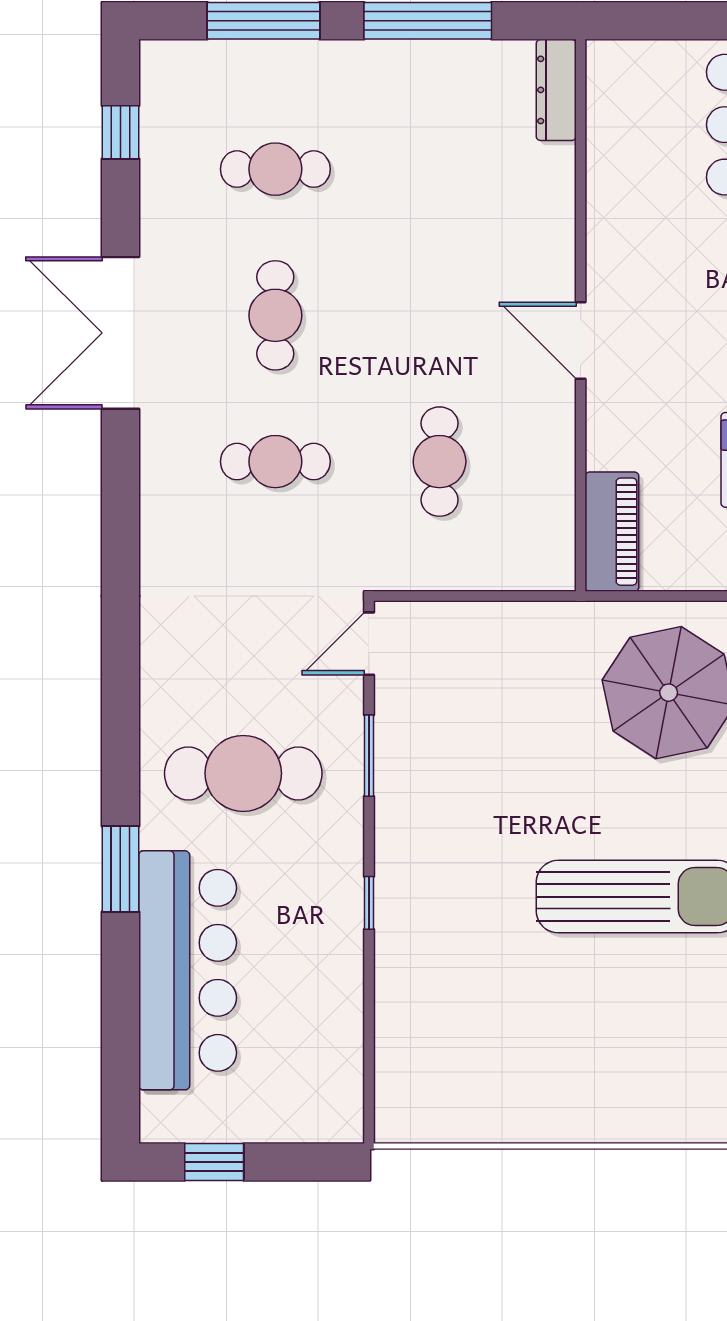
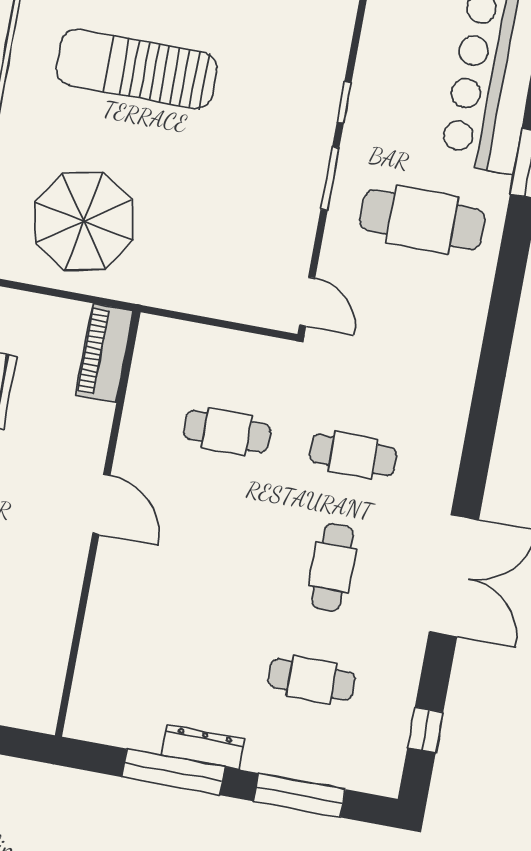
dresser: (556, 90) -> (203, 747), moved, turned -90
cafe table: (440, 462) -> (227, 431), turned 90
door: (369, 644) -> (307, 302), hinge flipped
window: (369, 756) -> (330, 179), moved

